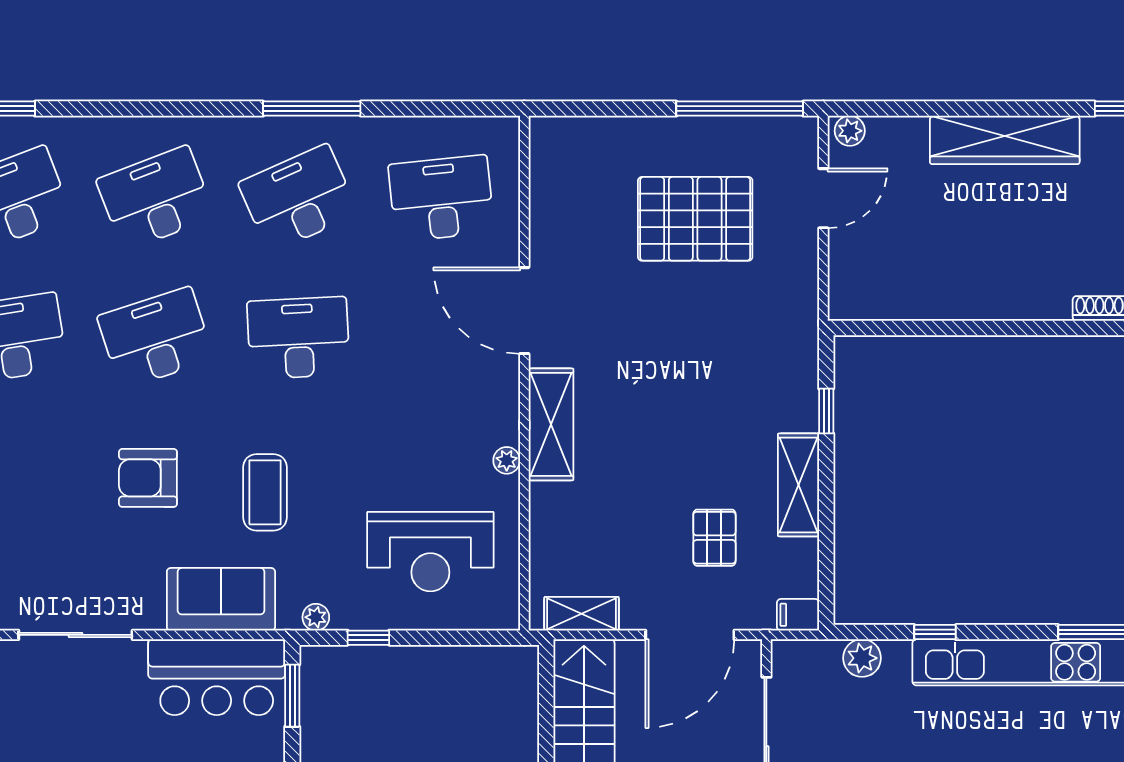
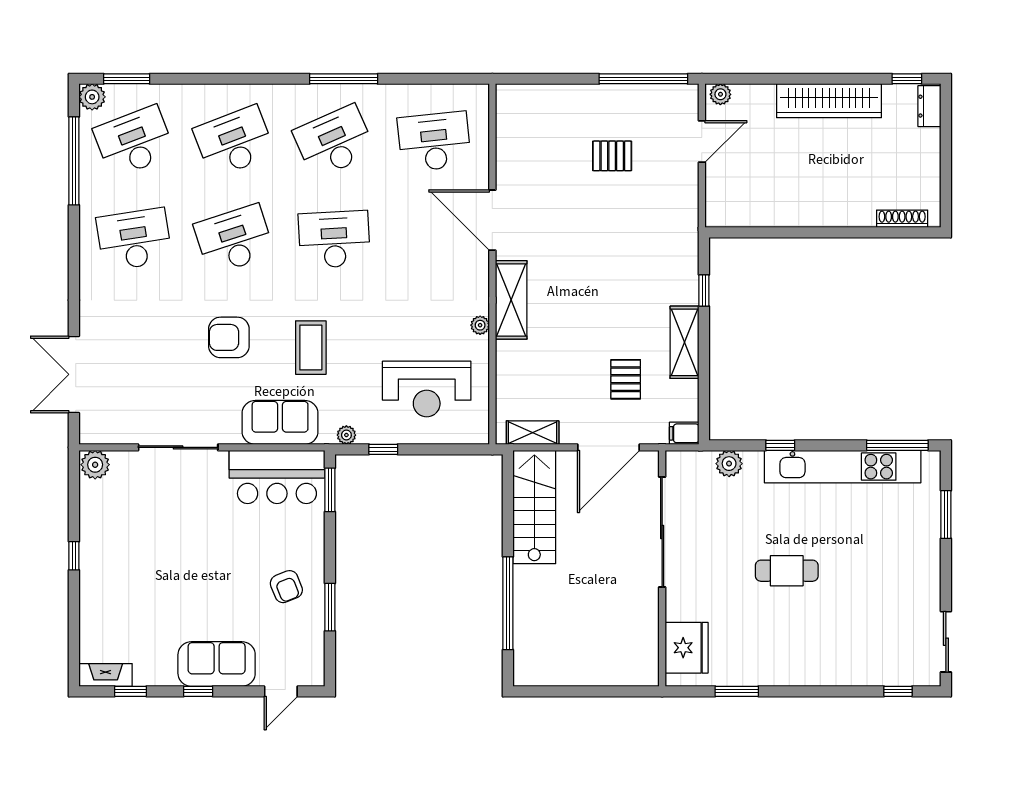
pallet: (695, 219) -> (612, 156), width x0.49, depth x0.50

